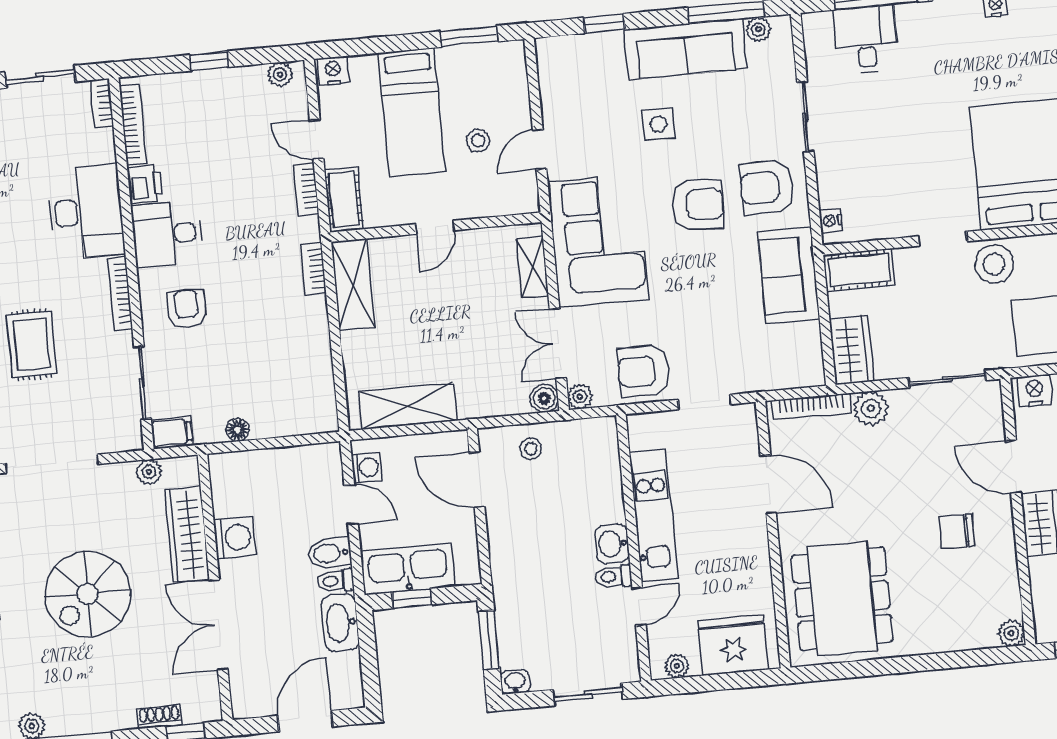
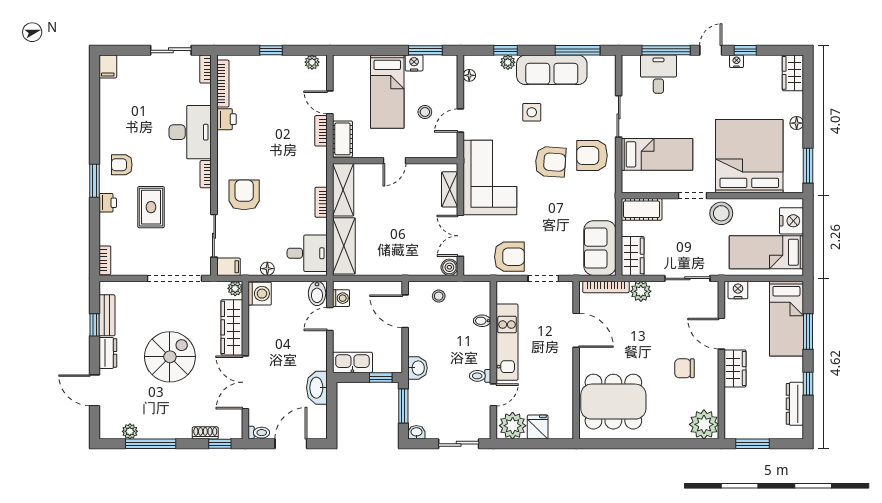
plant: (758, 29) -> (508, 62), moved
nightstand: (333, 71) -> (414, 63), moved
floor lamp: (547, 72) -> (469, 75), added
bed: (876, 175) -> (657, 154), added
nightstand: (831, 221) -> (628, 179), removed
desk: (167, 234) -> (307, 253), moved, turned 180
bookcase: (314, 269) -> (321, 202), moved
sofa: (789, 276) -> (600, 248), moved
bookcase: (120, 293) -> (206, 174), width x0.64
armchair: (187, 309) -> (244, 195), width x1.38, depth x1.38
armchair: (644, 371) -> (509, 257), turned 180
plant: (580, 397) -> (470, 268), removed
shelving: (408, 406) -> (344, 246), moved, turned 90
doorway: (52, 464) -> (174, 278), moved
plant: (149, 472) -> (235, 288), moved
bidet: (608, 483) -> (482, 321), added
door: (351, 505) -> (330, 319), swing flipped
washing machine: (235, 537) -> (260, 294), moved
washbasin: (612, 544) -> (418, 368), moved, turned 180
bidet: (330, 553) -> (317, 293), moved, turned -90
kitchen sink: (408, 569) -> (352, 363), width x0.73, depth x0.81
toilet: (335, 581) -> (259, 433), moved, turned 180
spiral stairs: (88, 594) -> (170, 357), turned 180
window: (412, 599) -> (381, 378), moved
dining table: (842, 599) -> (613, 402), turned 90
plant: (1011, 633) -> (704, 424), width x1.87, depth x1.87
fridge: (733, 645) -> (538, 427), width x0.53, depth x0.75
plant: (677, 666) -> (513, 426), width x1.87, depth x1.87

